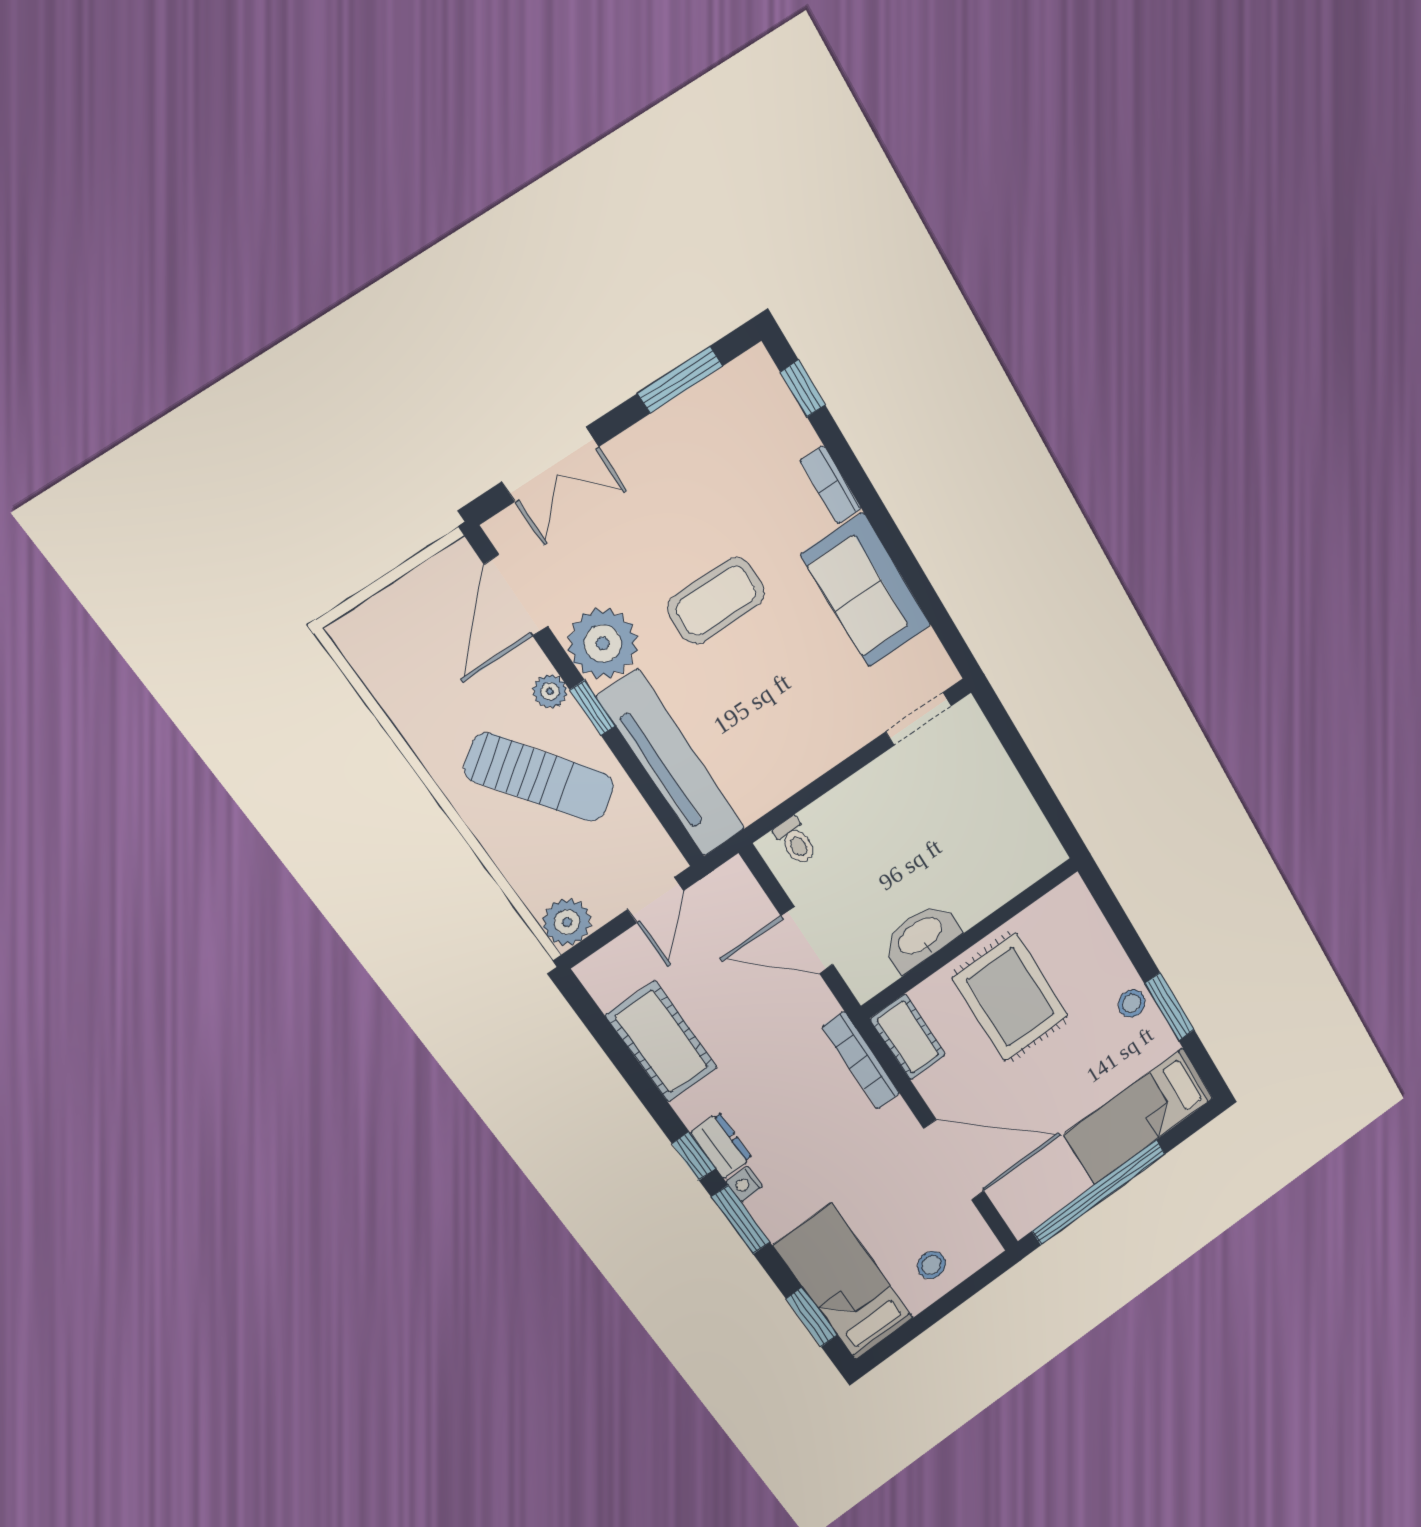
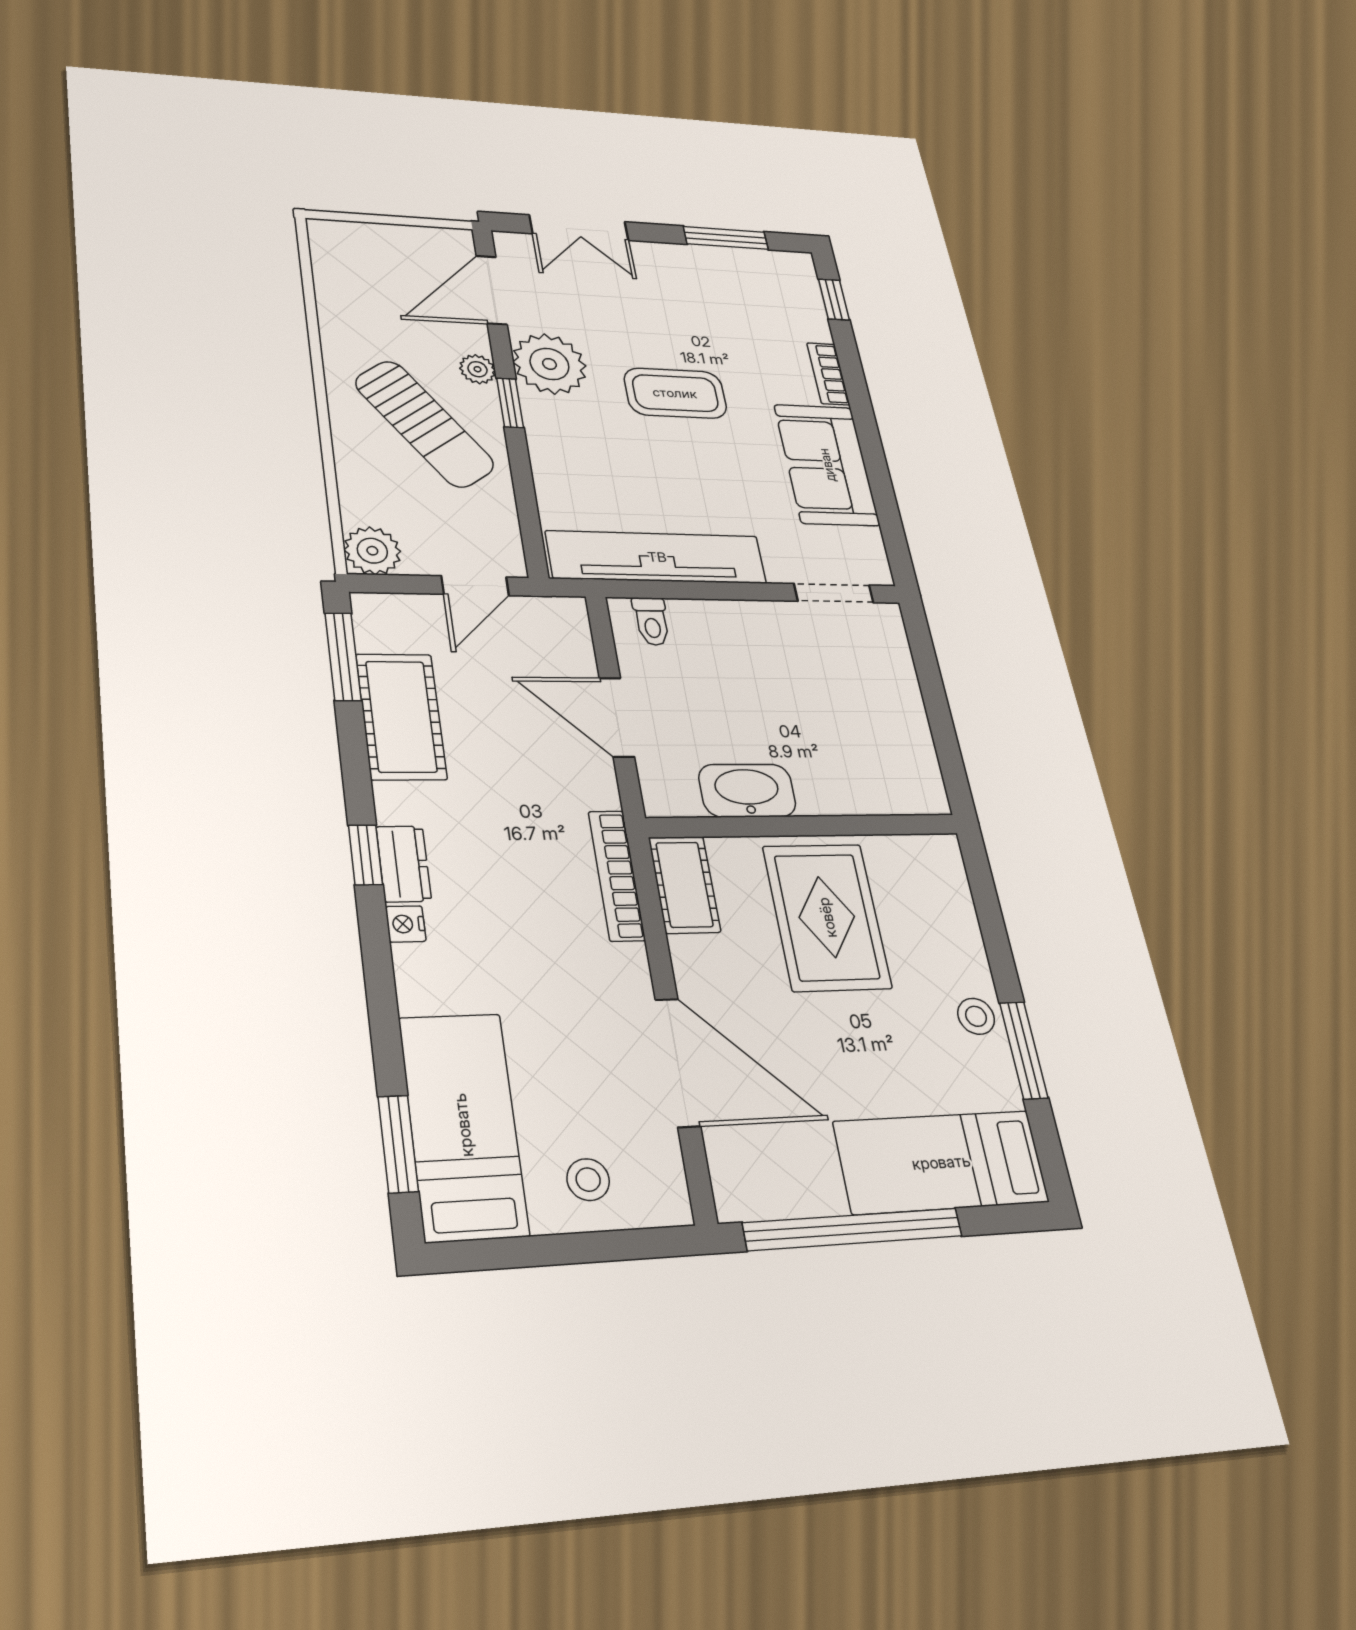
tv unit: (672, 763) -> (657, 557), moved, turned -90
window: (741, 1220) -> (343, 657), moved

